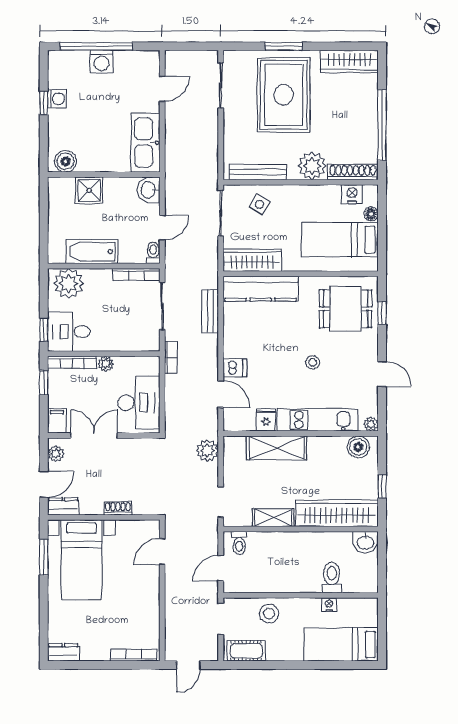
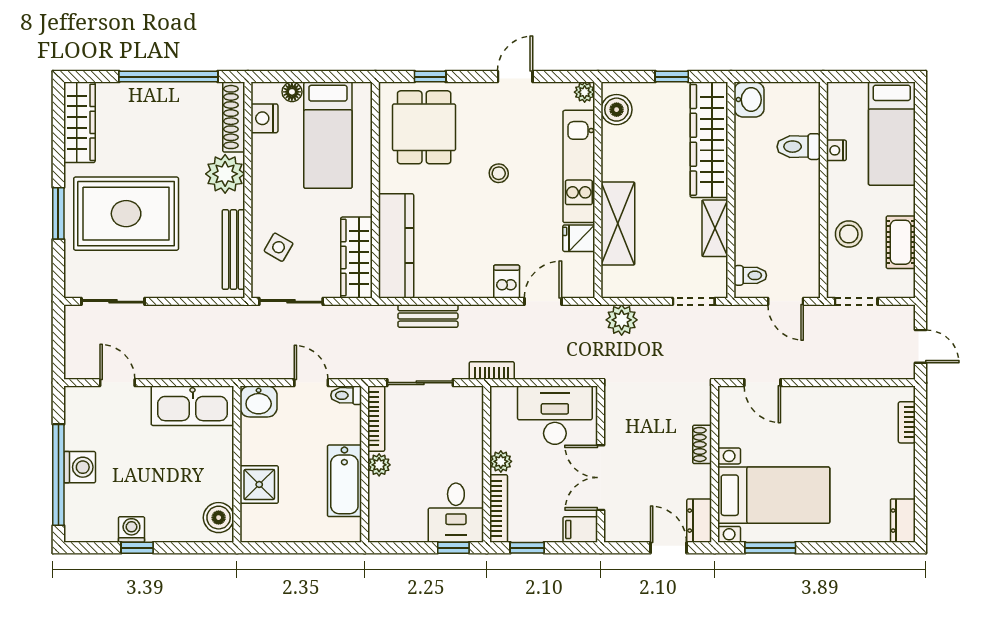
plant: (69, 283) -> (379, 465), moved, width x0.53, depth x0.53
plant: (56, 454) -> (626, 531), removed
cot: (246, 651) -> (901, 242), moved
bookcase: (134, 655) -> (907, 422), width x0.64

